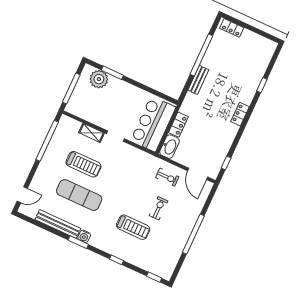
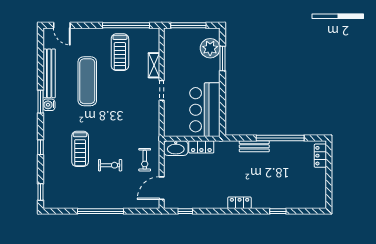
bar counter: (153, 124) -> (205, 110), moved, turned -90
treadmill: (83, 164) -> (120, 52), moved

